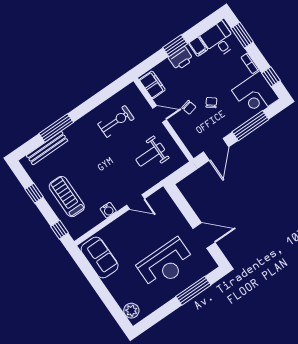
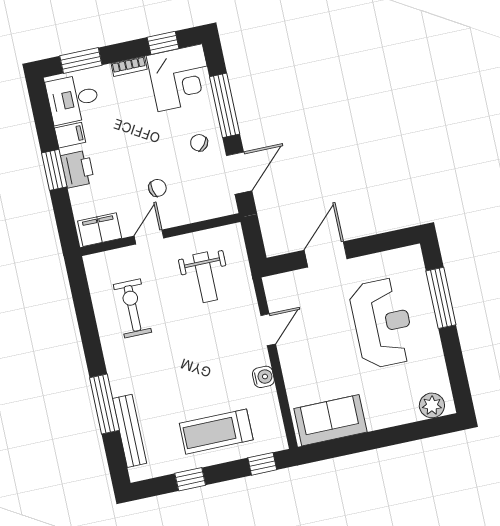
chair: (211, 103) -> (199, 143), moved
door: (216, 149) -> (239, 173), hinge flipped
door: (204, 235) -> (326, 254), moved

